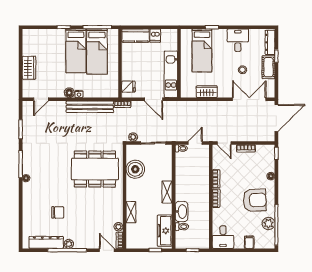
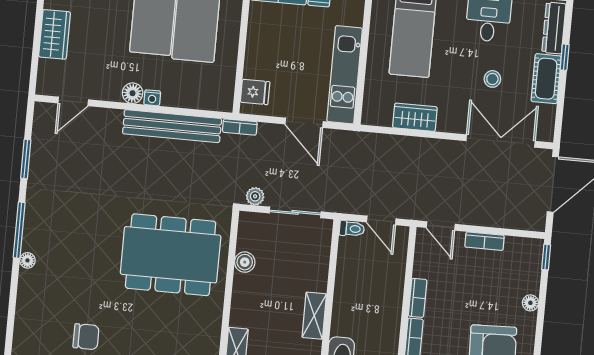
door: (195, 143) -> (381, 220), swing flipped
boiler: (135, 169) -> (245, 262), width x0.54, depth x0.54

